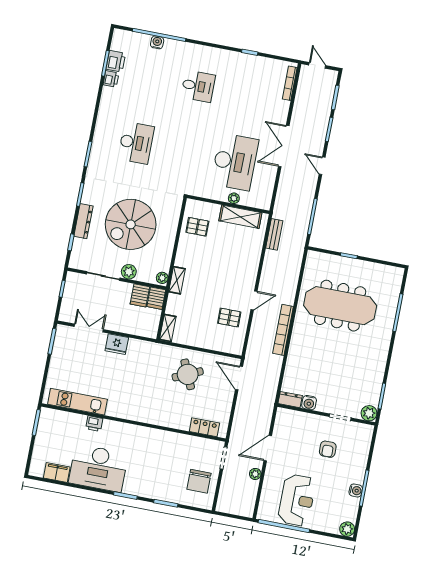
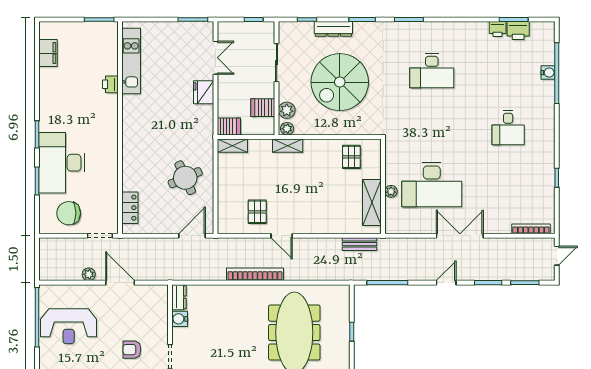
spiral stairs: (131, 224) -> (340, 82), turned -90
plant: (129, 272) -> (287, 110), moved
server rack: (156, 298) -> (229, 126), moved, turned 180
desk: (98, 468) -> (62, 163), moved

